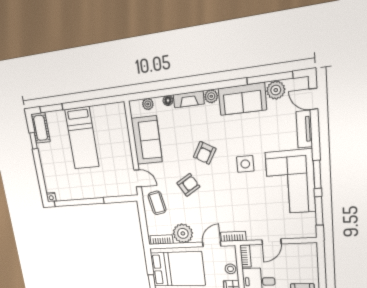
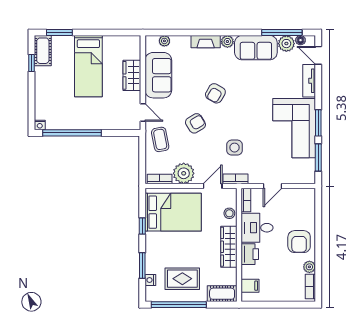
floor lamp: (168, 100) -> (300, 40), moved
wardrobe: (122, 143) -> (132, 75), added
side table: (245, 164) -> (235, 148), moved

